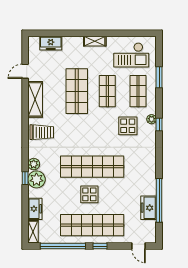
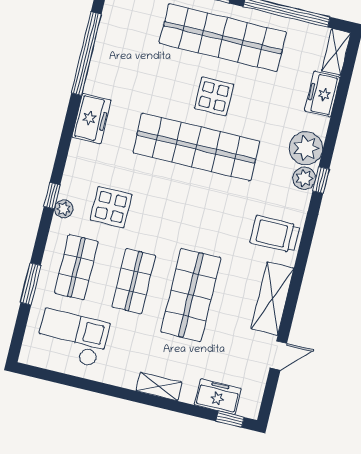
window: (42, 33) -> (230, 419), added
shelving: (95, 41) -> (159, 387), moved
window: (25, 178) -> (321, 180), moved
freezer: (149, 208) -> (91, 119), moved

